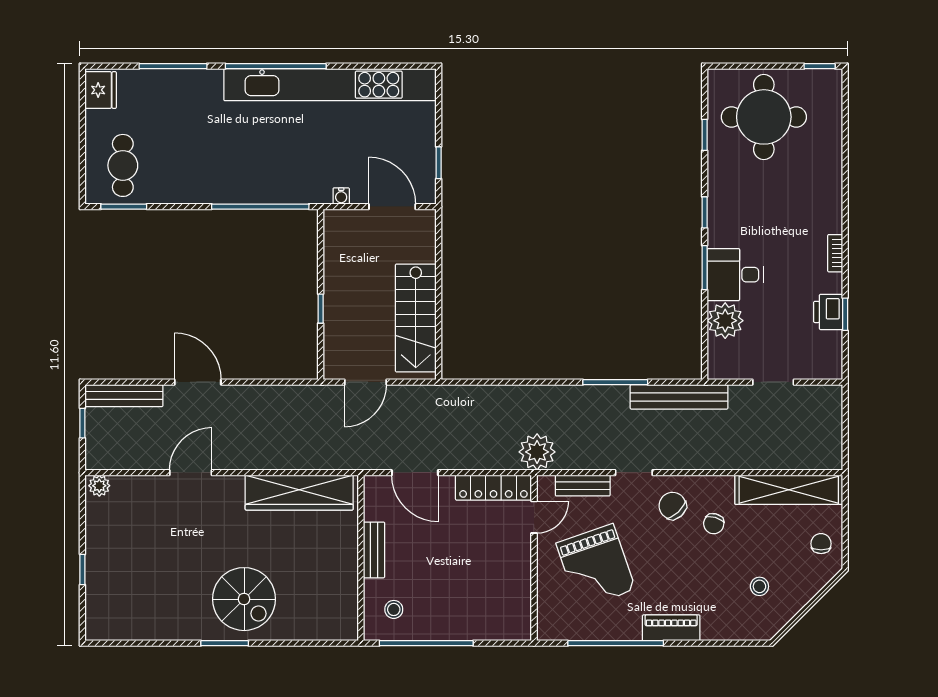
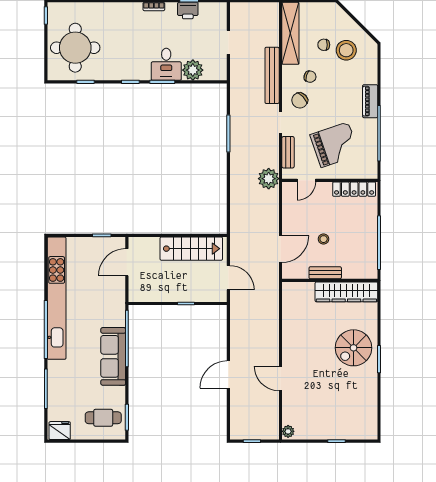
sofa: (229, 183) -> (113, 356), added
water cooler: (341, 196) -> (121, 292), removed
bench: (124, 396) -> (236, 417), removed
bench: (679, 397) -> (272, 75), moved
locker: (493, 488) -> (354, 189), moved, turned 90
wardrobe: (299, 493) -> (346, 292), moved, turned 90
door: (534, 517) -> (306, 180), swing flipped
chair: (821, 544) -> (324, 45), moved
stool: (759, 586) -> (346, 50), width x1.89, depth x1.89
spiral stairs: (244, 599) -> (354, 348), turned 180
stool: (394, 609) -> (324, 239), moved

